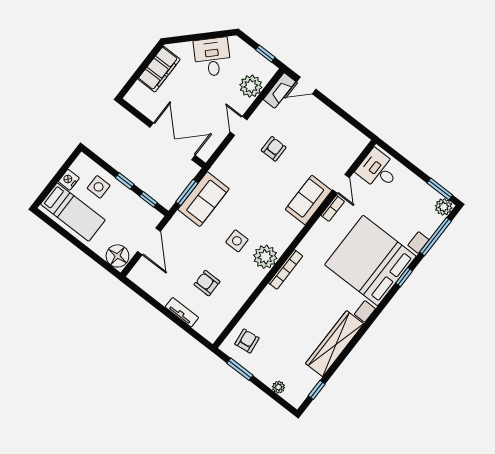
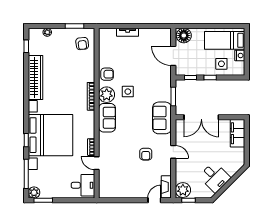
filing cabinet: (159, 69) -> (237, 133), moved
plant: (251, 86) -> (183, 190), moved
sofa: (204, 199) -> (162, 118), moved
sofa: (308, 200) -> (107, 118), moved
armchair: (207, 283) -> (107, 74), moved

